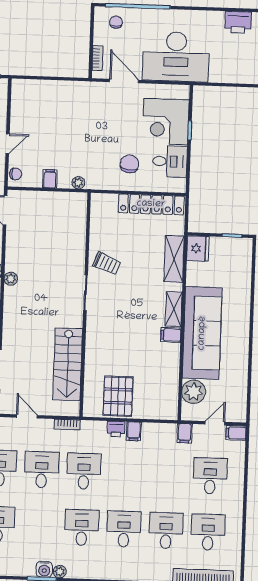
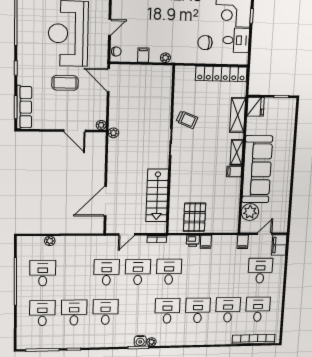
chair: (129, 164) -> (205, 43), turned -97
door: (27, 416) -> (127, 234), swing flipped
filing cabinet: (236, 433) -> (279, 245), width x2.00

